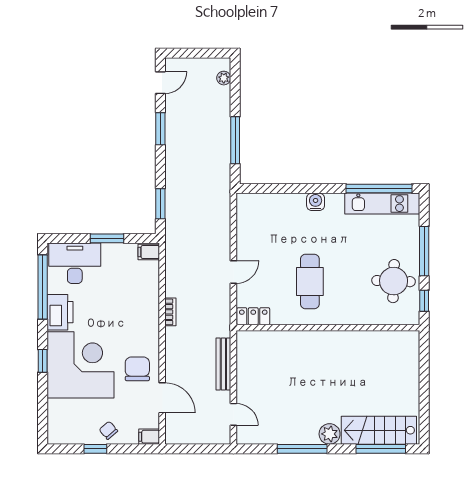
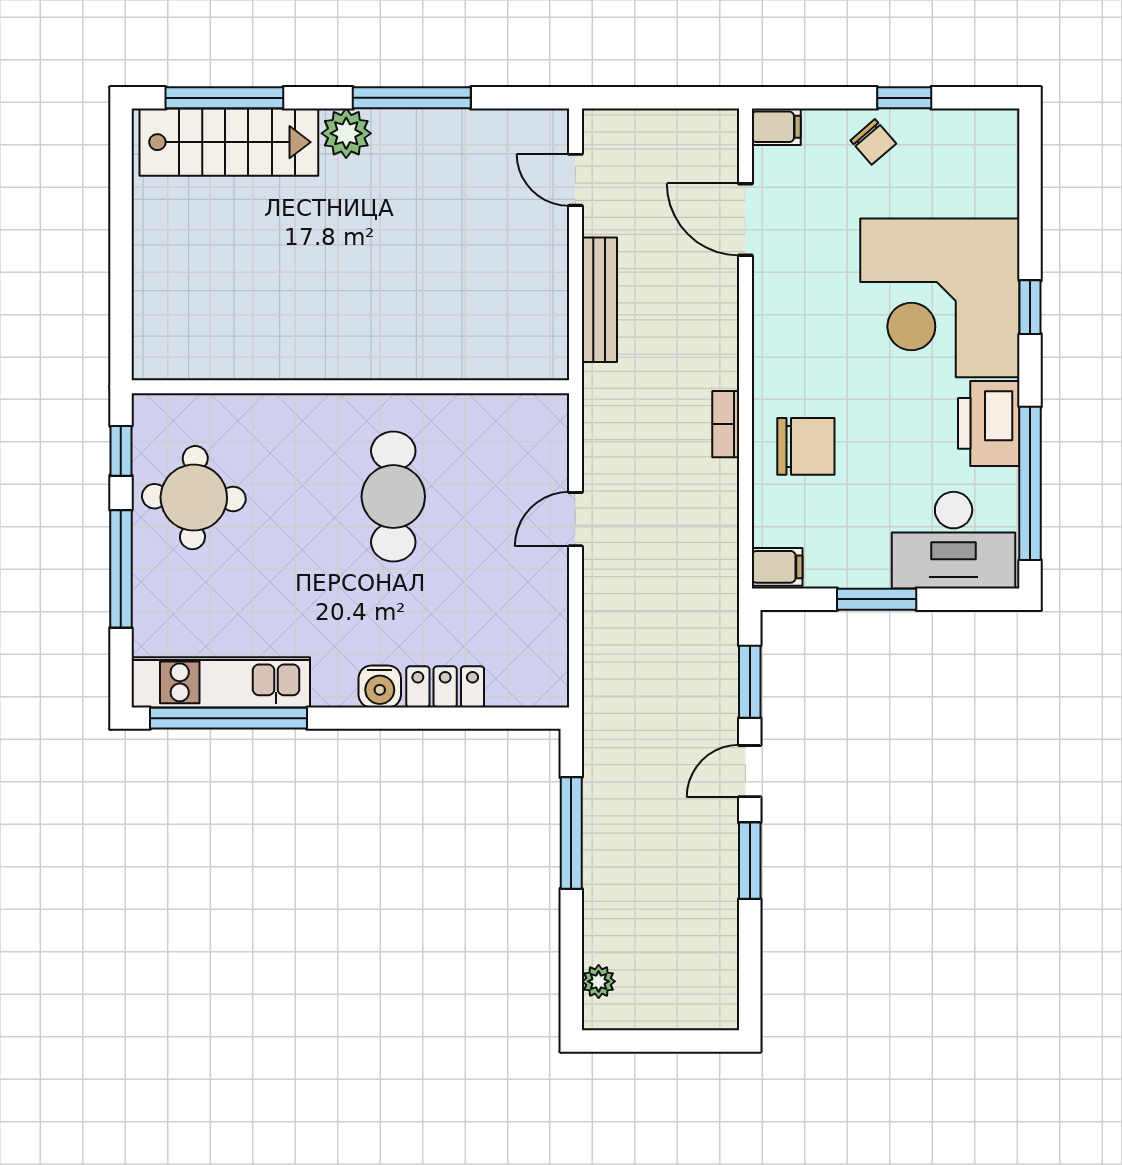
door: (160, 83) -> (750, 771), moved
locker: (253, 316) -> (445, 687), moved, turned 180
chair: (137, 369) -> (806, 446), moved, turned -90

